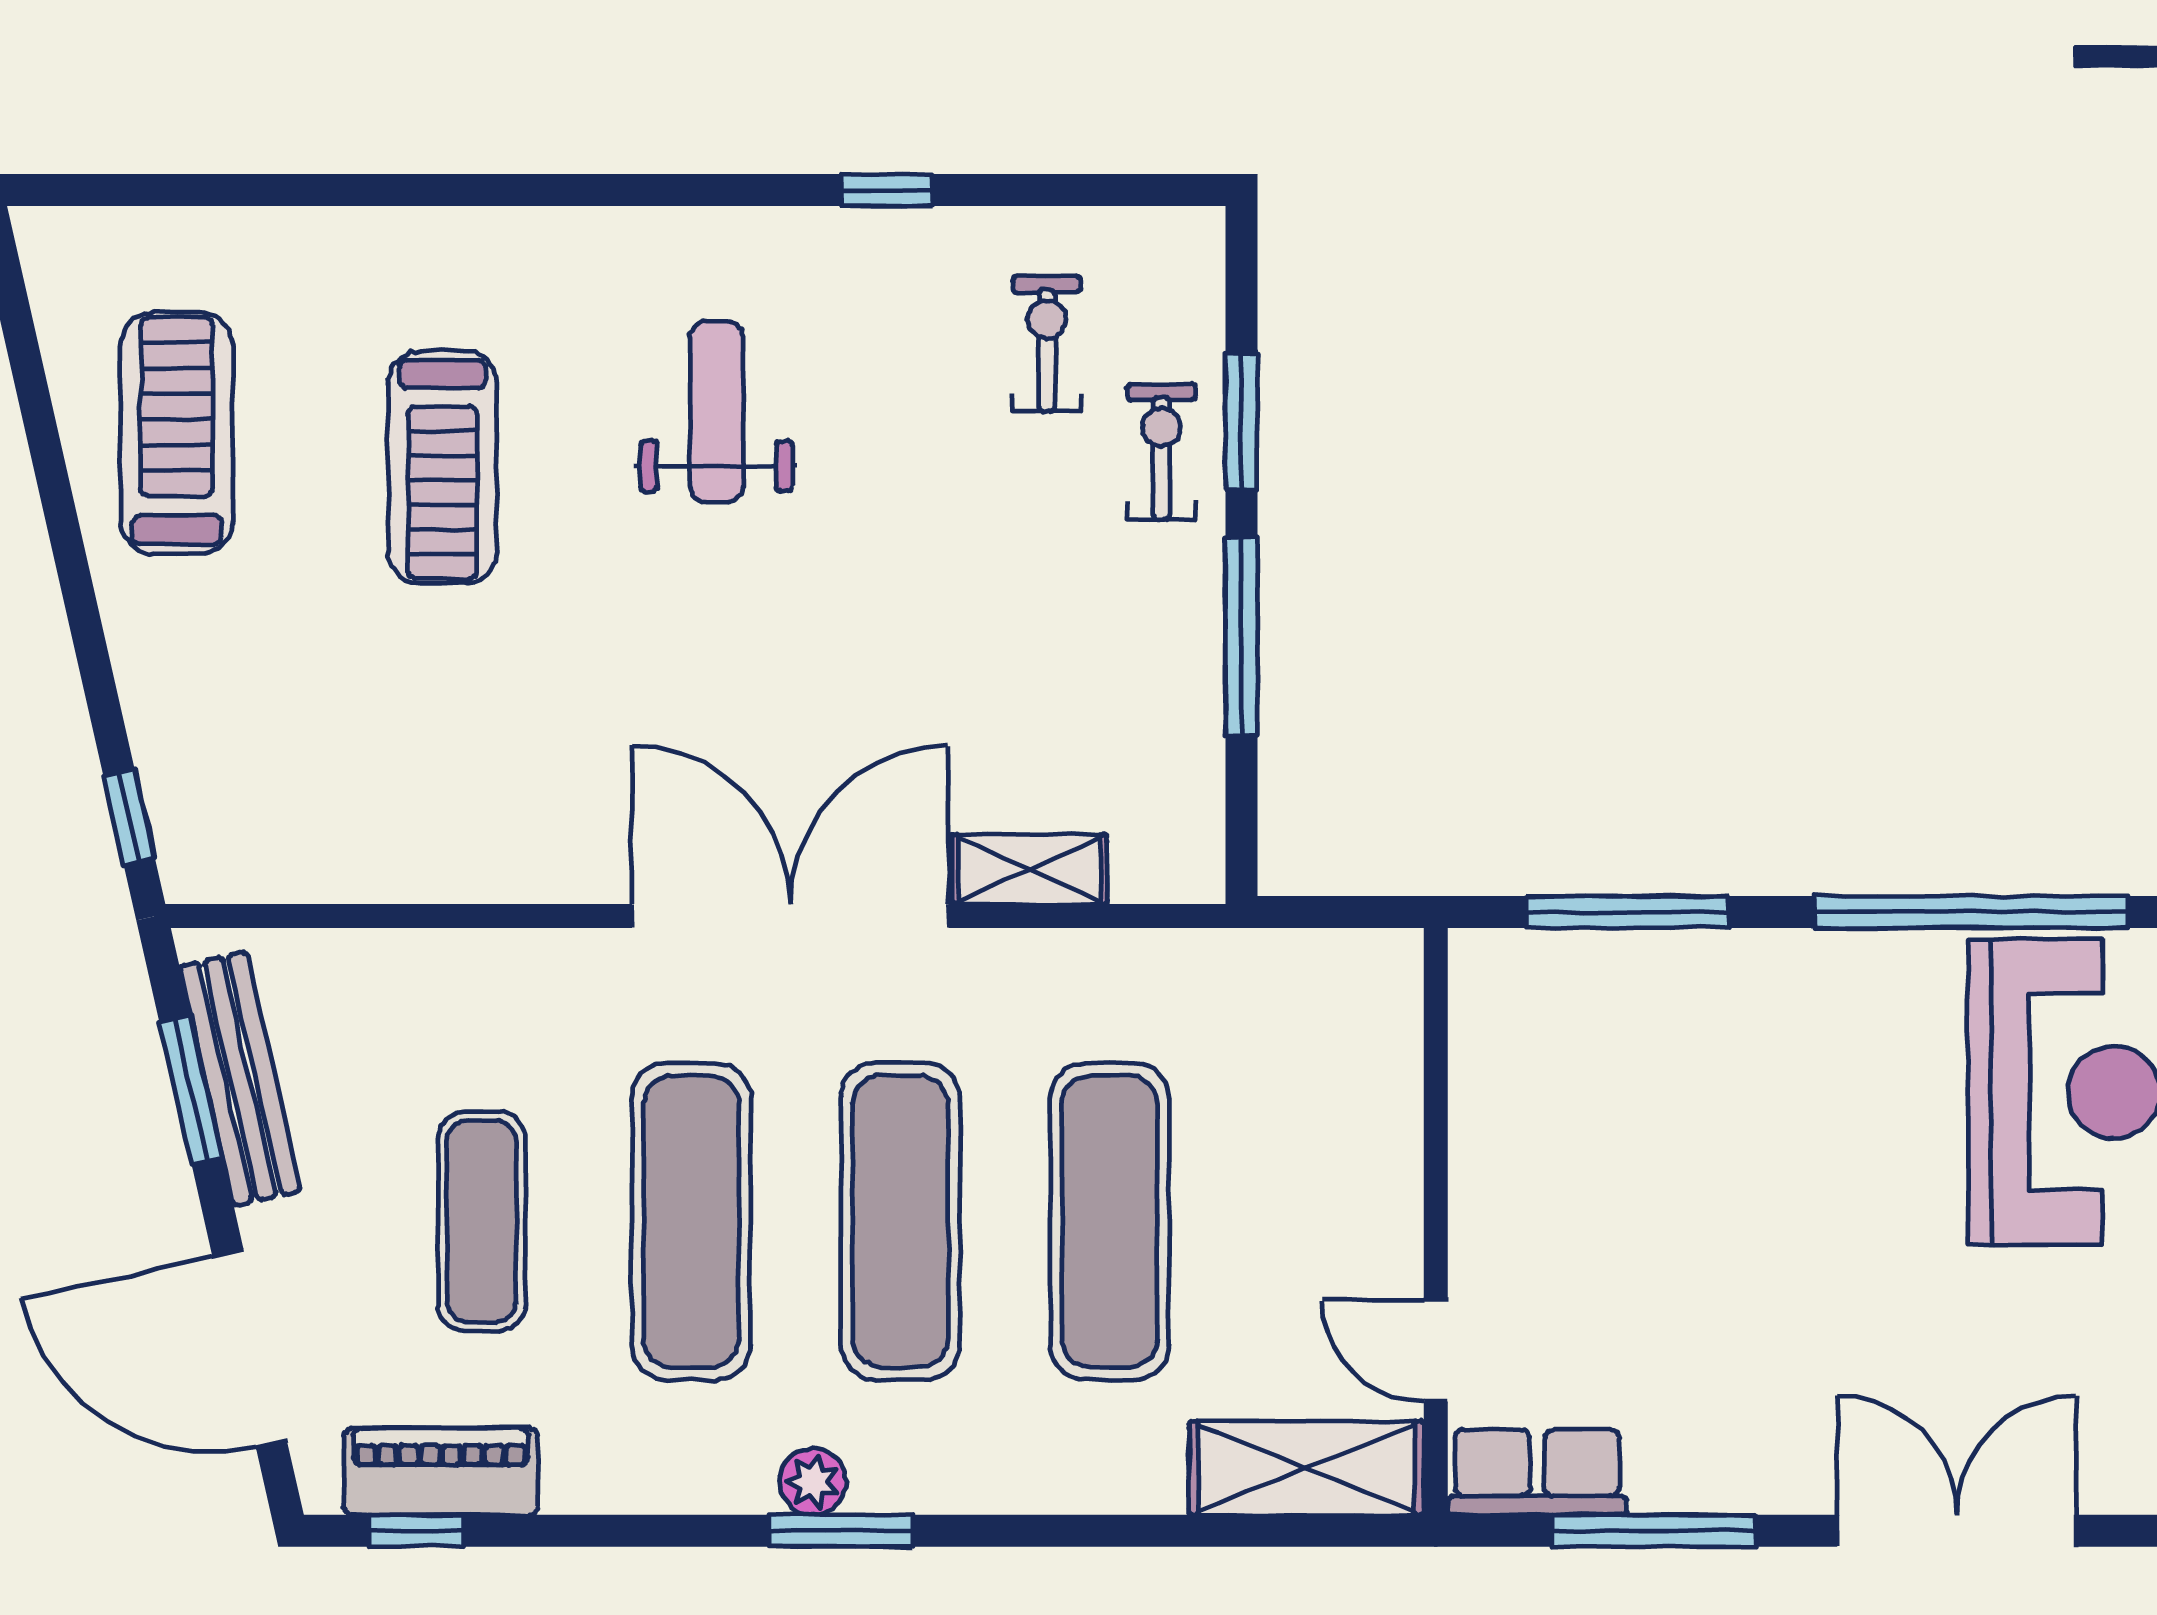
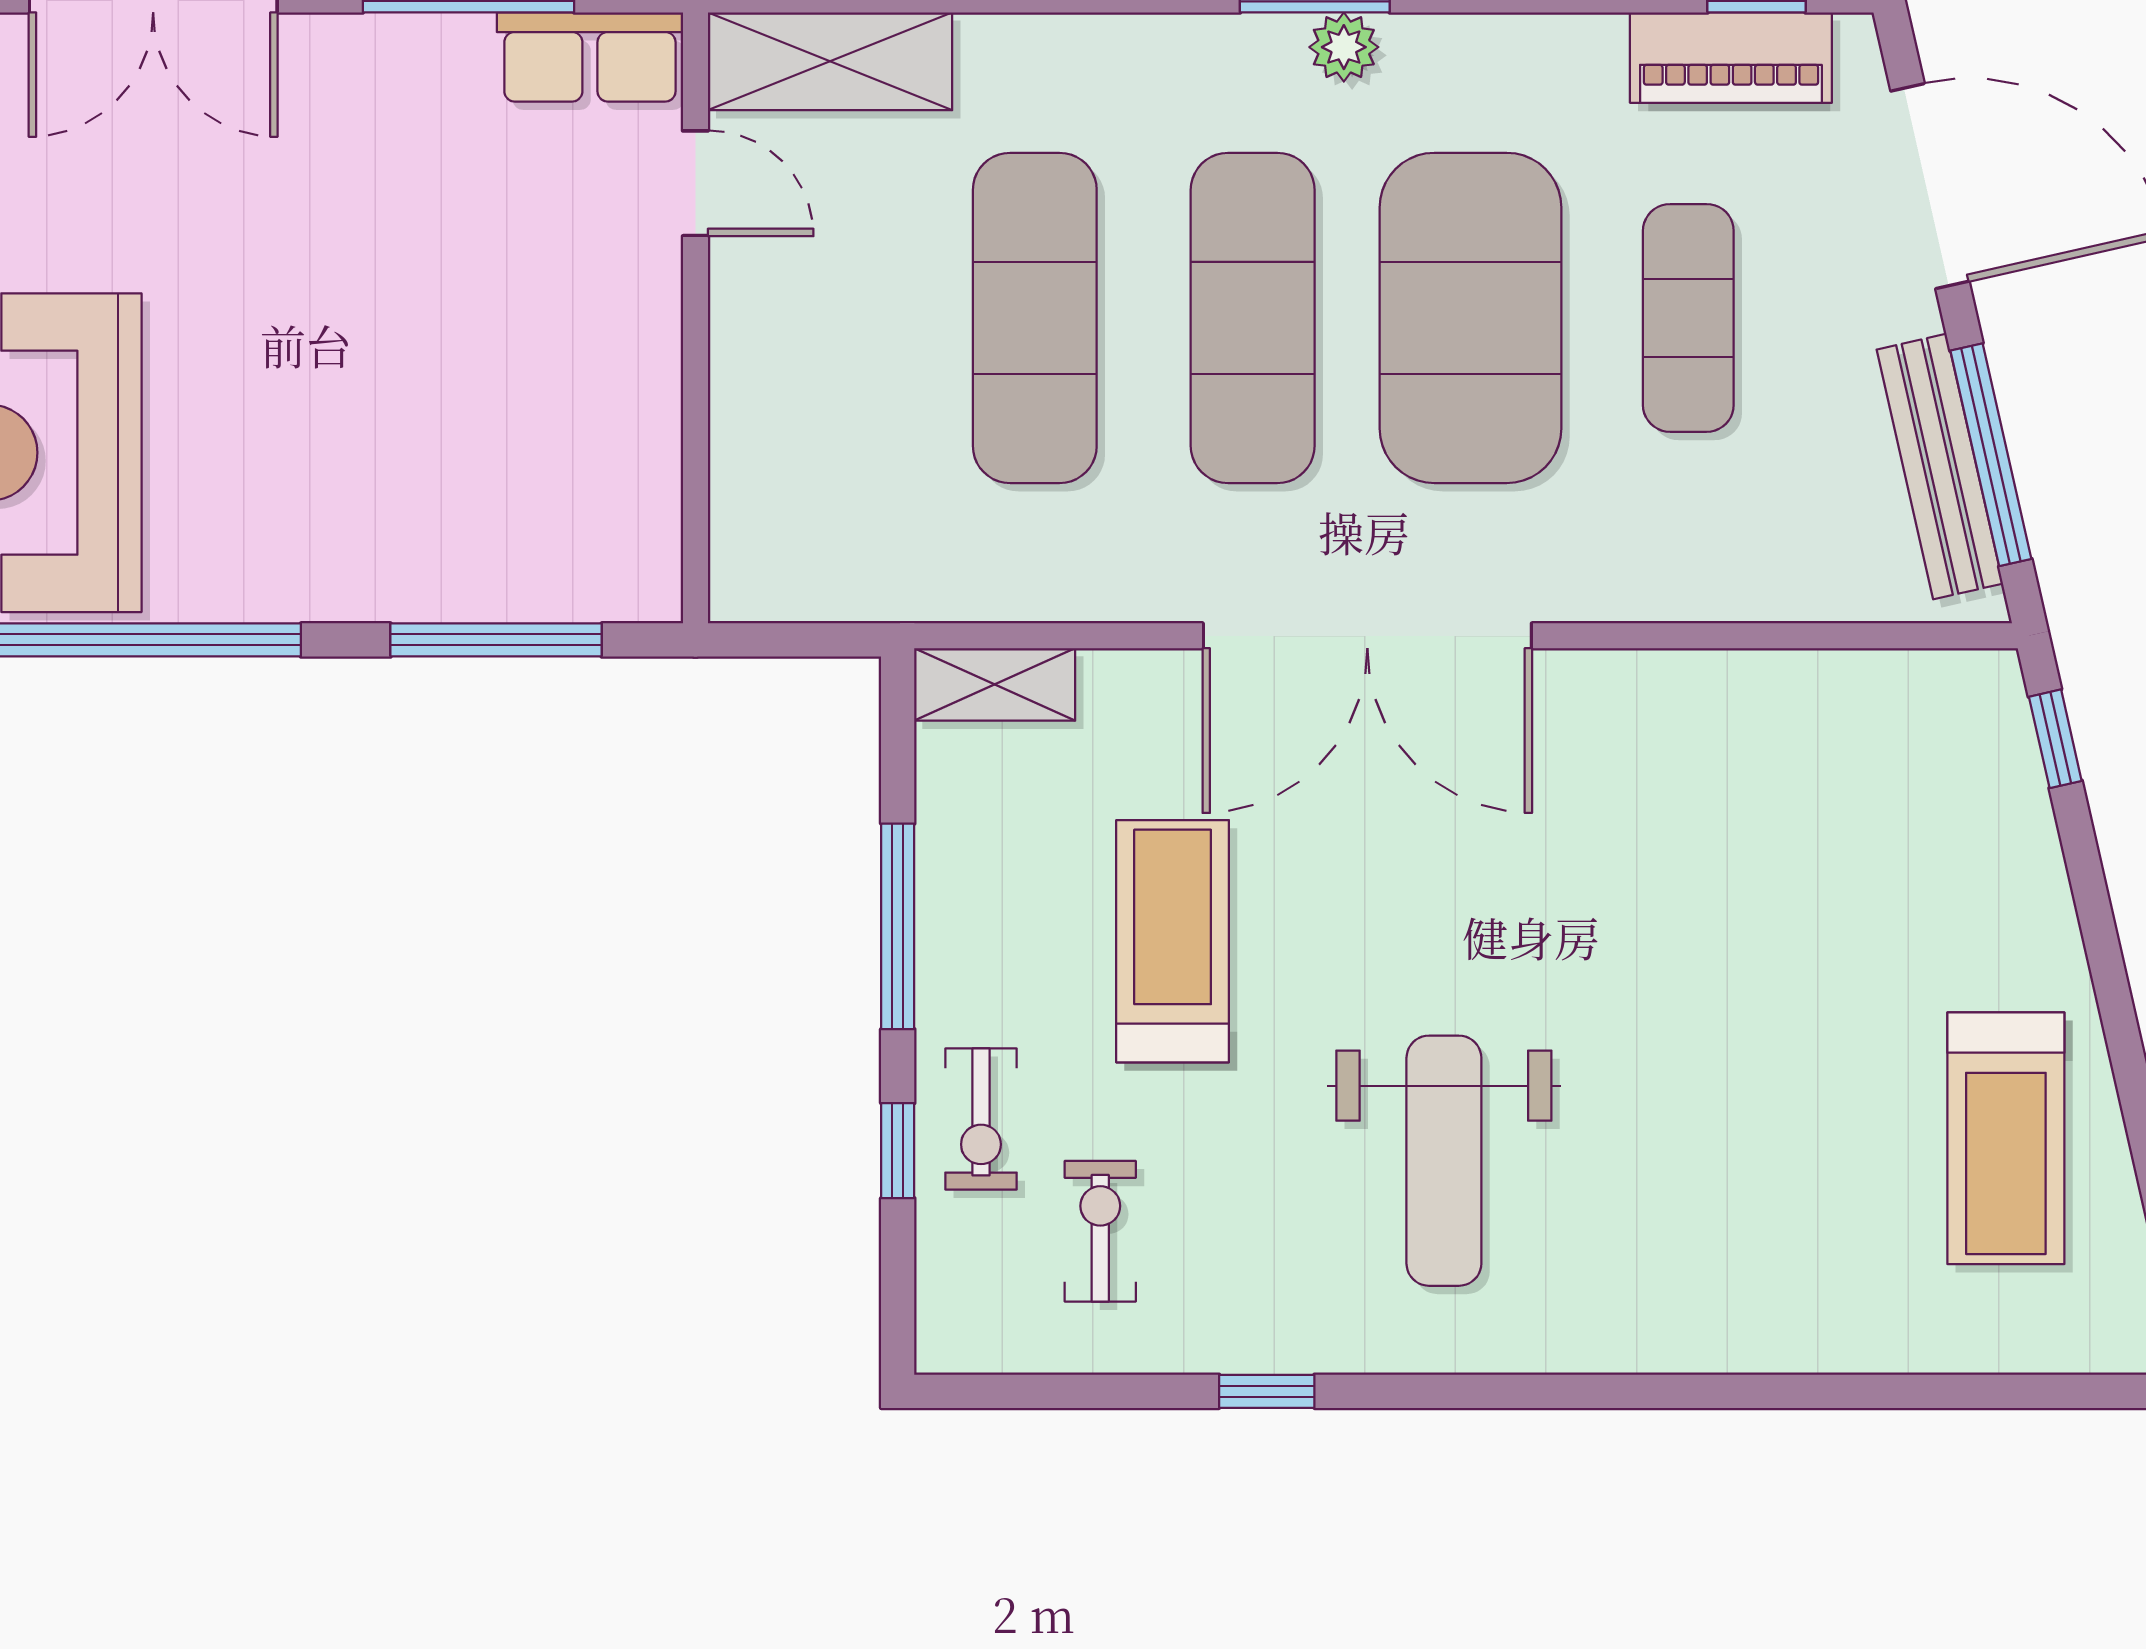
exercise bike: (1047, 344) -> (1100, 1231), turned 180
weight bench: (717, 412) -> (1444, 1161), width x1.36, depth x1.33
window: (1241, 421) -> (898, 1151), width x0.67
treadmill: (442, 467) -> (1173, 941), moved
shelving: (1030, 869) -> (995, 684), moved
window: (191, 1090) -> (1991, 455), width x1.44
exercise mat: (691, 1221) -> (1470, 318), width x1.47

